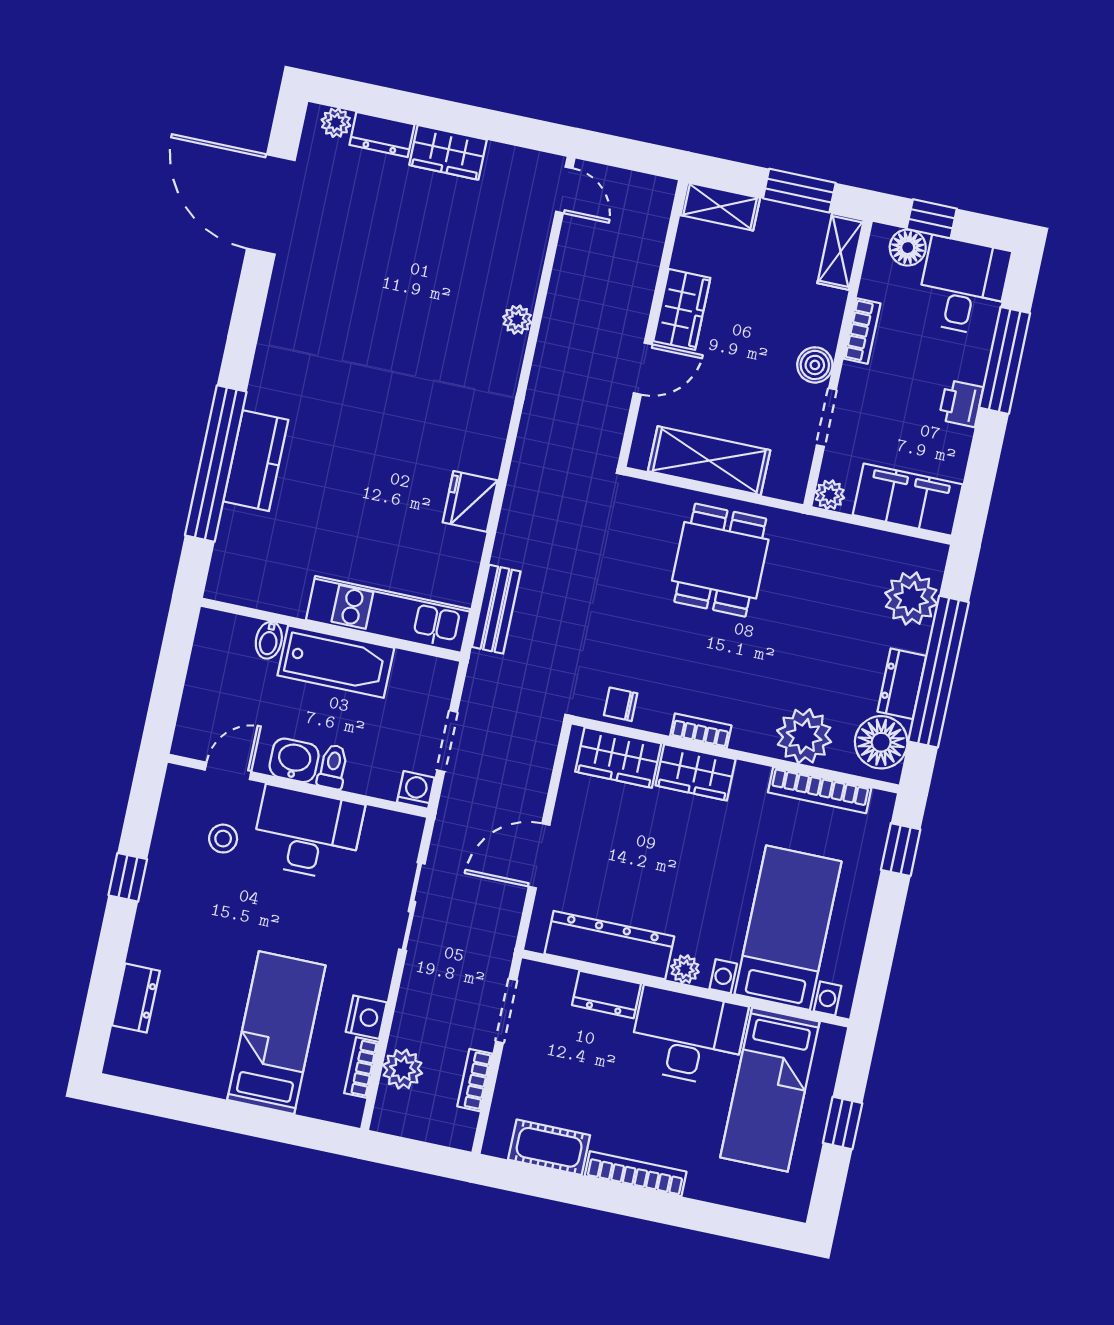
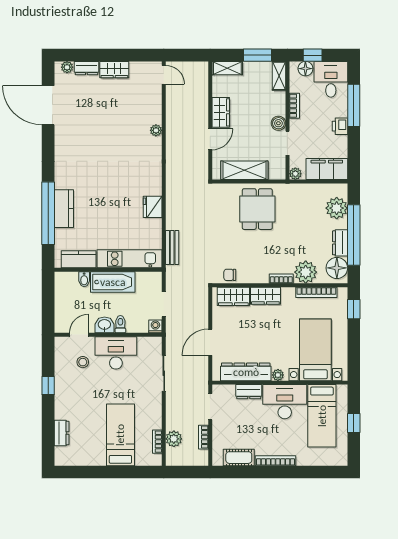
kitchen counter: (266, 589) -> (79, 259), added
bookcase: (701, 731) -> (281, 279), moved
nightstand: (366, 1017) -> (155, 421), removed

